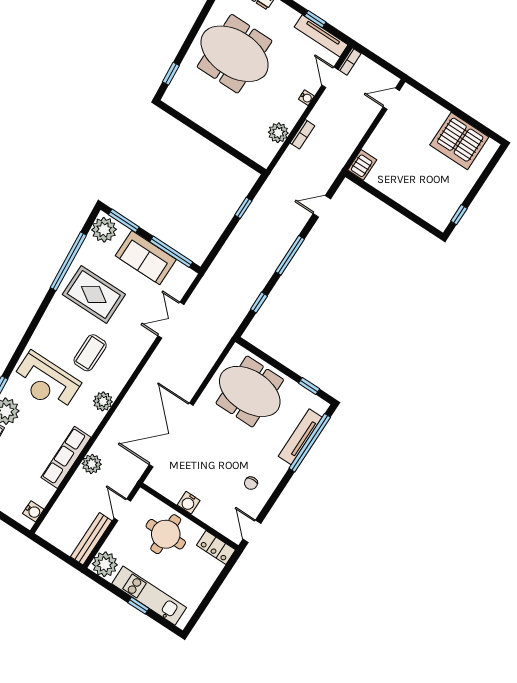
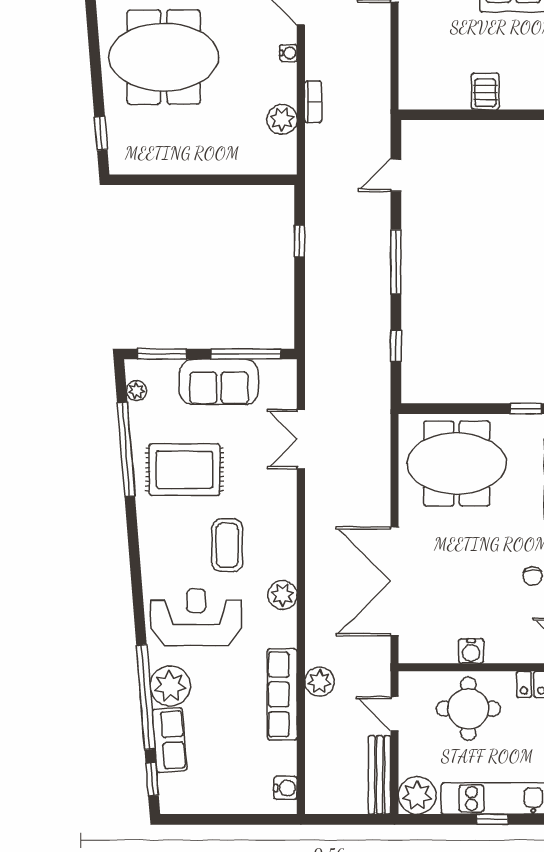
server rack: (362, 165) -> (485, 91), moved
plant: (104, 230) -> (137, 391), width x0.53, depth x0.53
reception desk: (46, 382) -> (196, 617), turned 180

